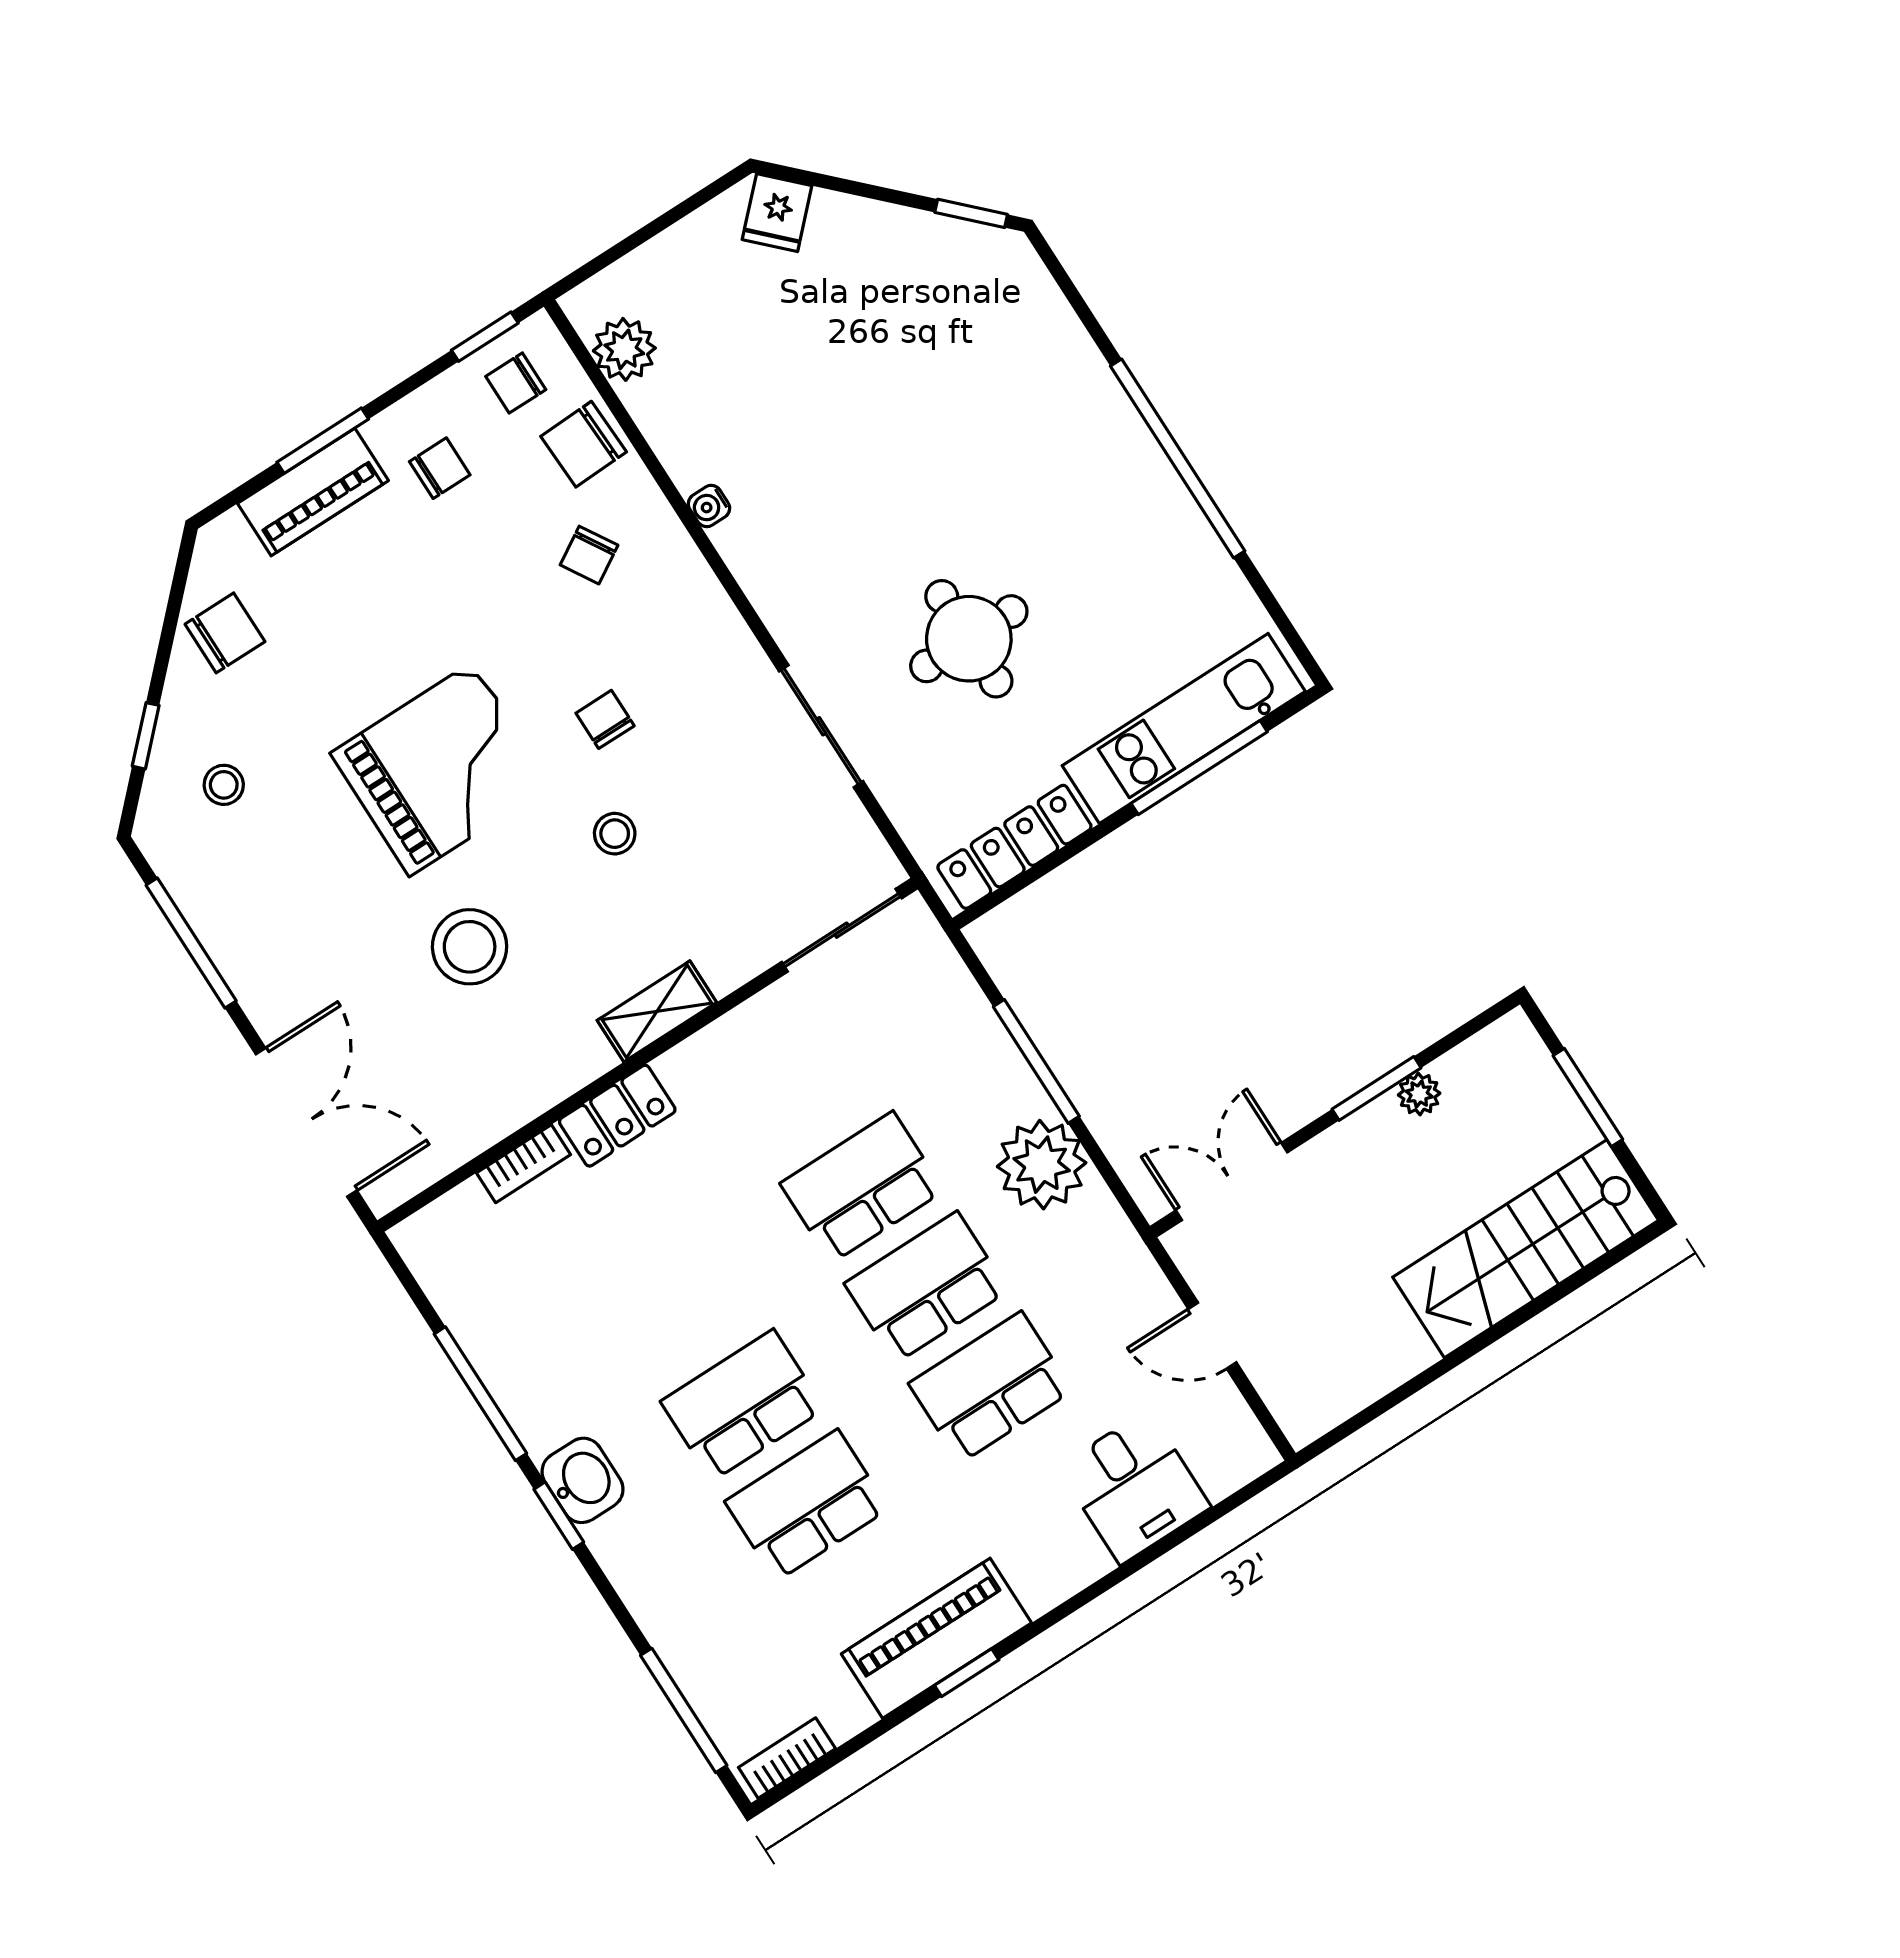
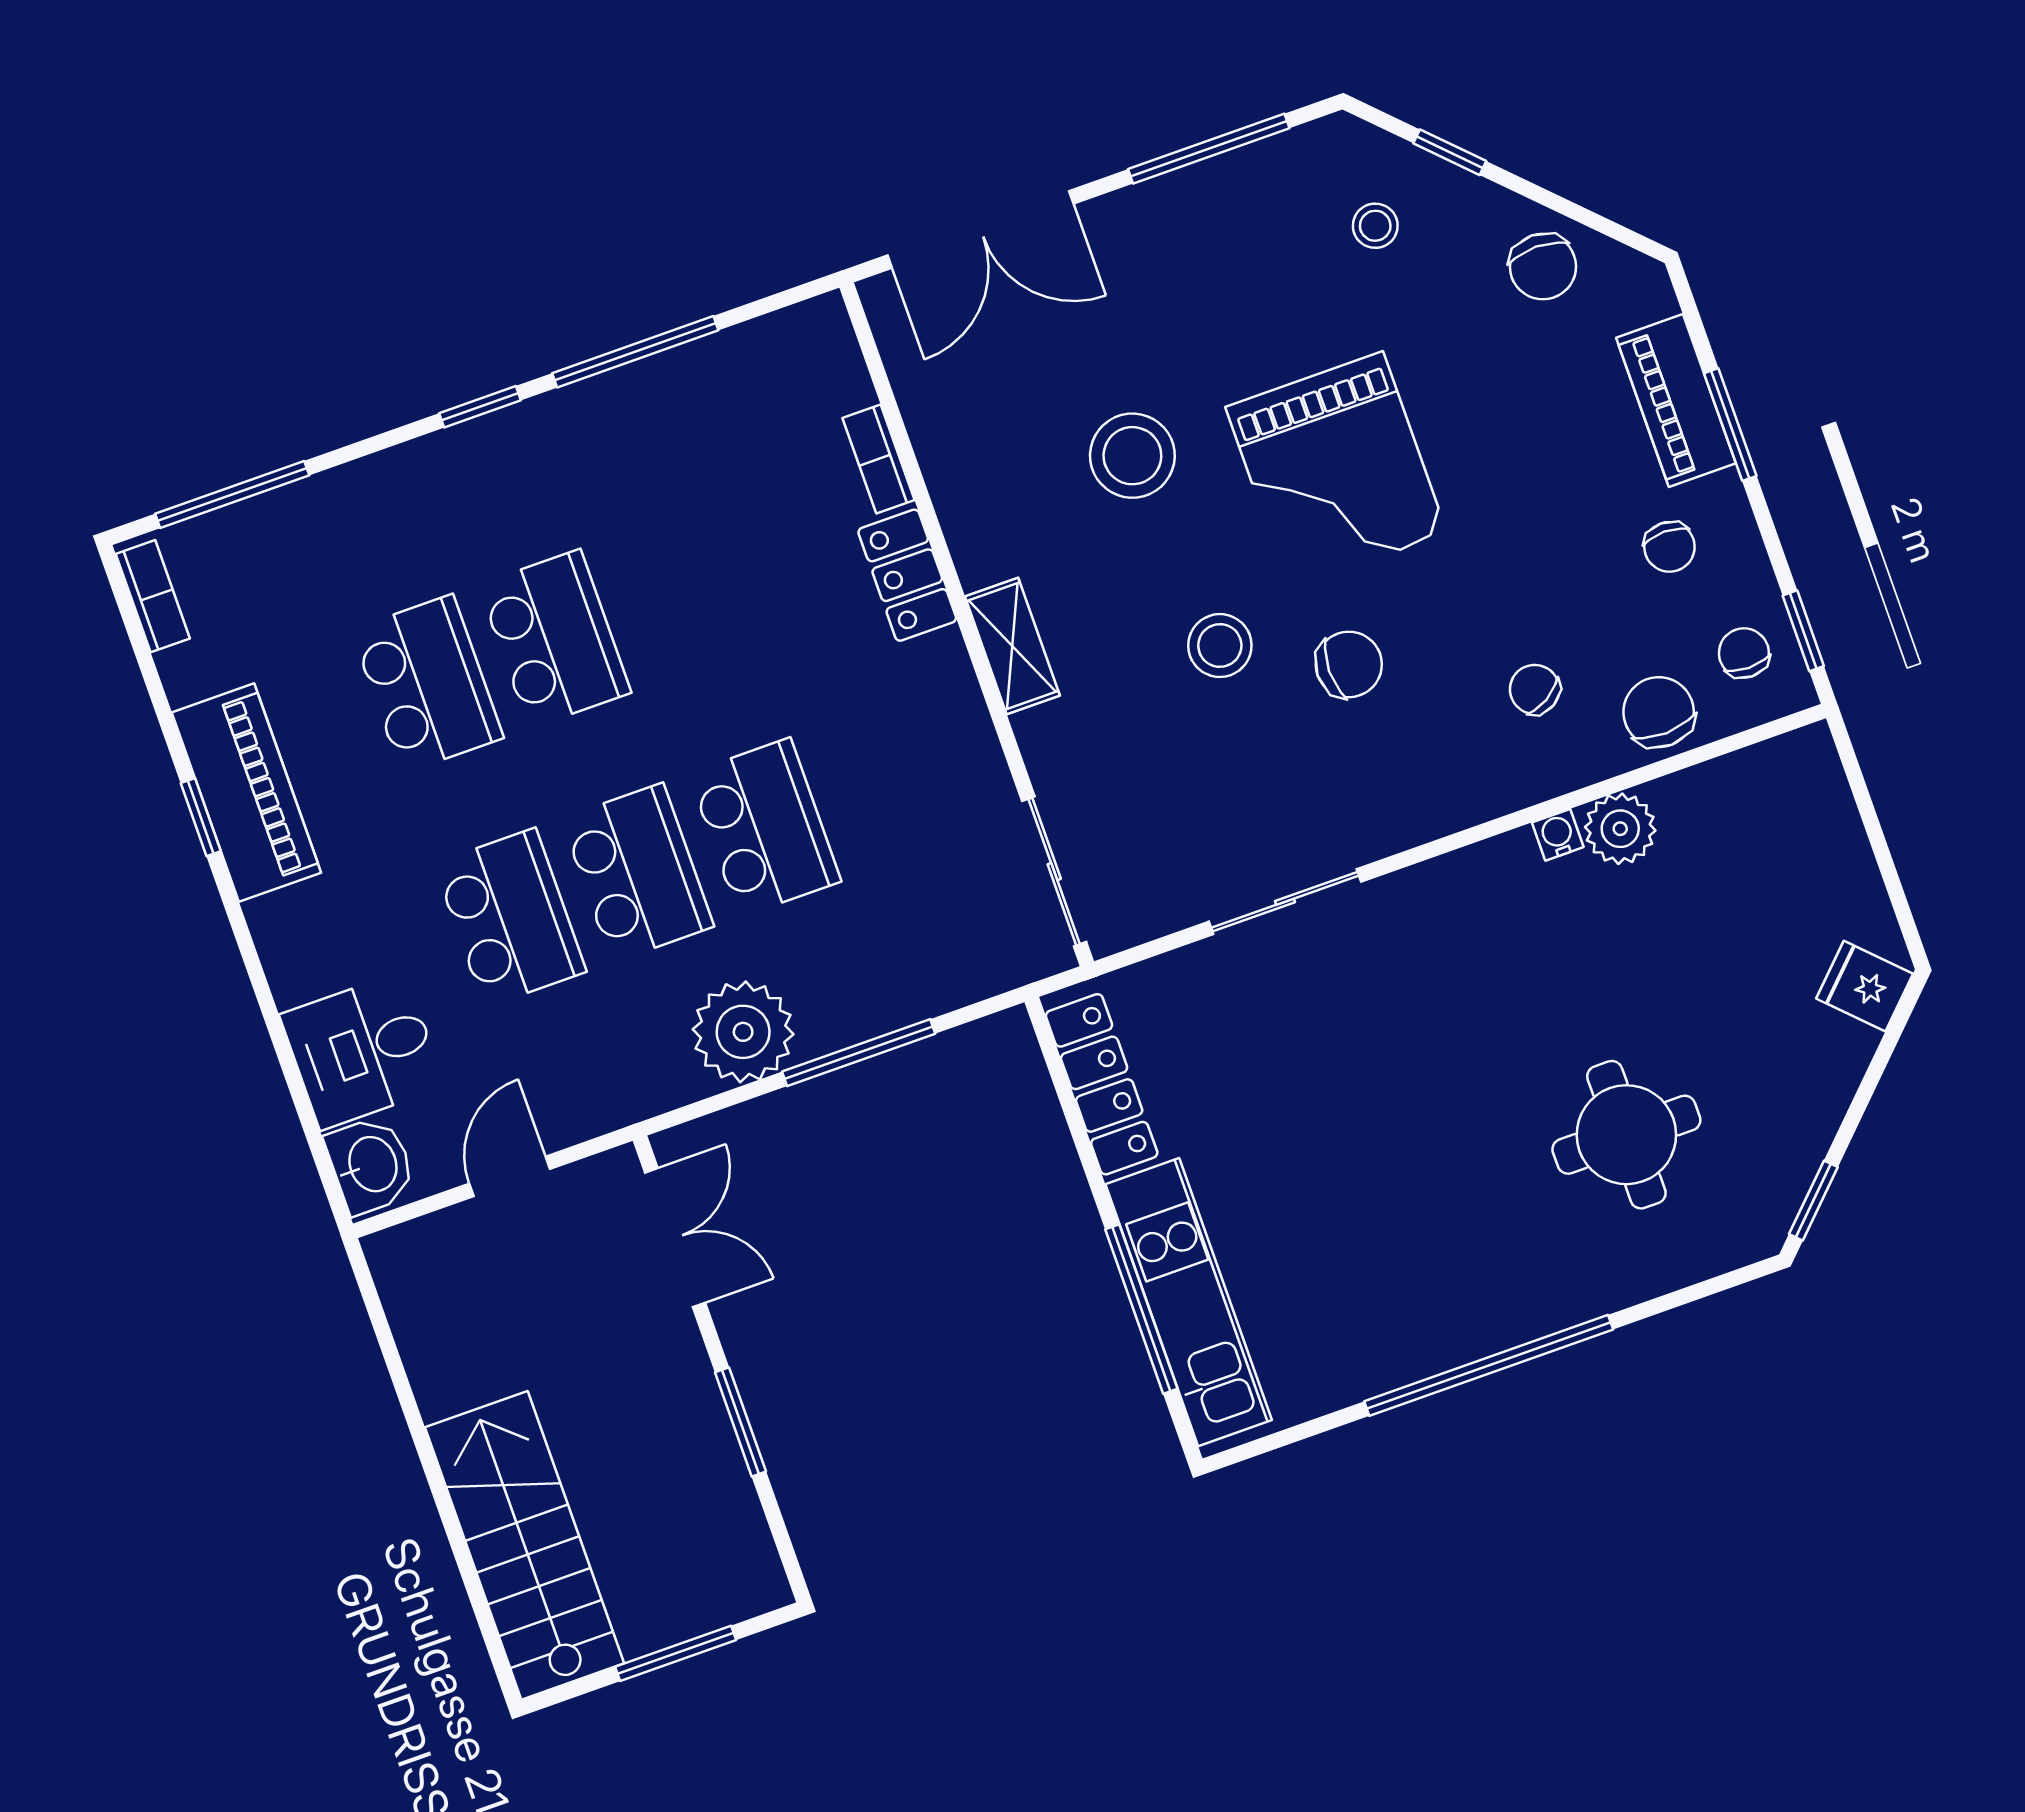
plant: (624, 349) -> (1620, 829), moved
round table: (969, 639) -> (1626, 1135), moved
chair: (605, 719) -> (1349, 664), width x1.37, depth x1.37
stool: (615, 834) -> (1220, 646), width x1.37, depth x1.37
plant: (1419, 1094) -> (723, 1468), removed
washbasin: (583, 1480) -> (371, 1165), moved, turned -90

